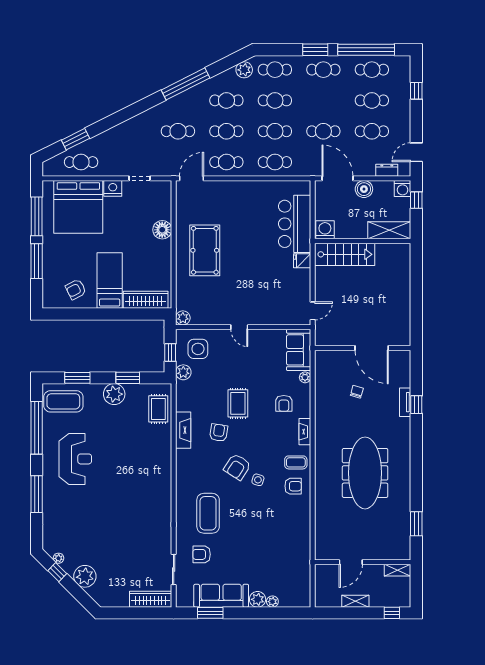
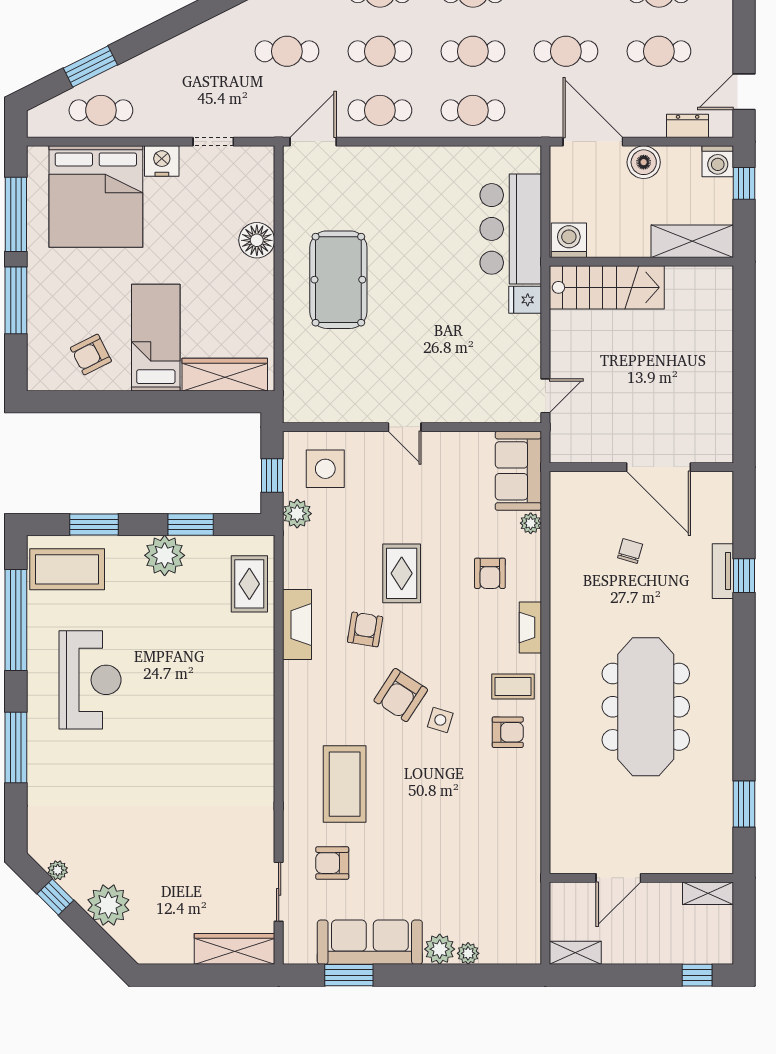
plant: (183, 318) -> (296, 409), removed
shelving: (355, 601) -> (575, 953), moved

